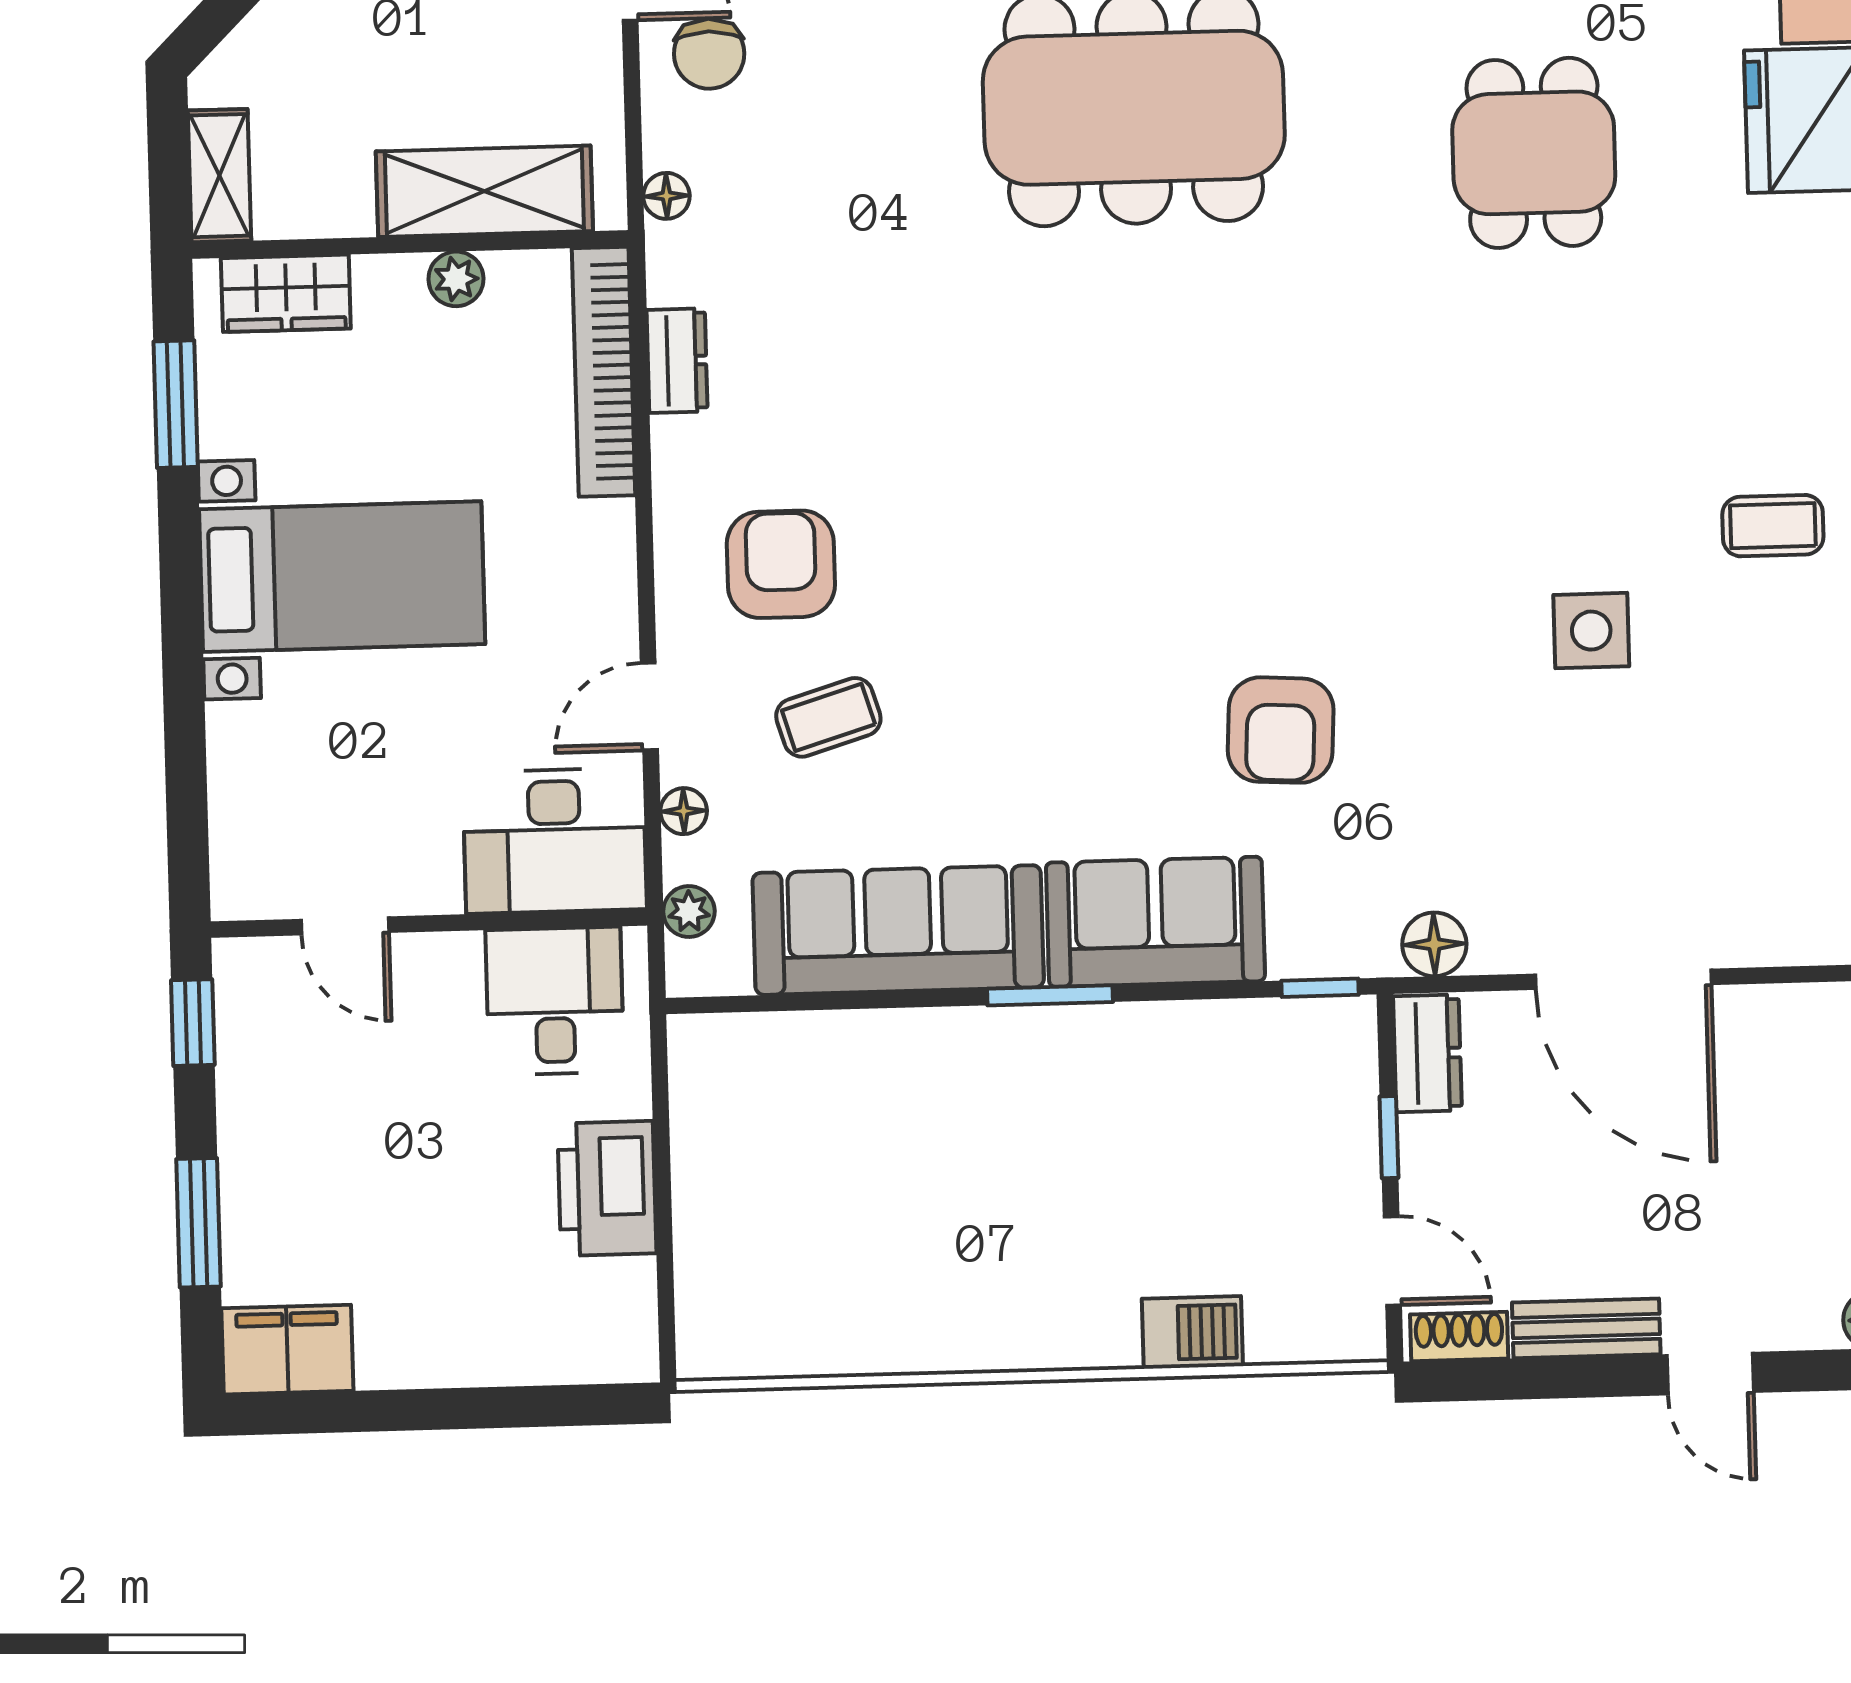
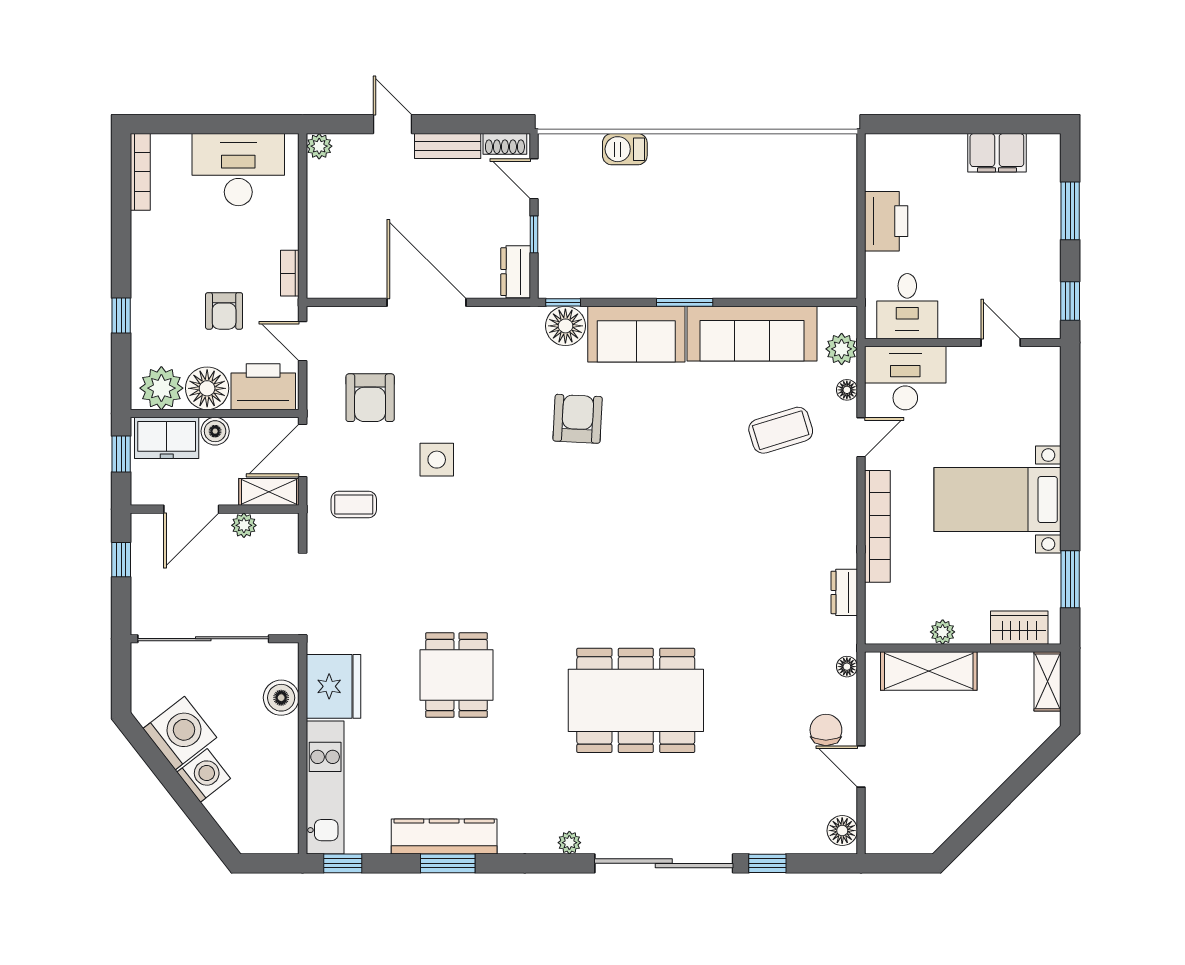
bookcase: (604, 372) -> (877, 526), moved
armchair: (781, 564) -> (370, 398), moved
coffee table: (828, 717) -> (781, 430), width x1.36, depth x1.30
plant: (689, 911) -> (842, 349), width x1.38, depth x1.38
floor lamp: (1434, 944) -> (565, 326), moved, width x1.38, depth x1.38
filing cabinet: (287, 1350) -> (997, 153), moved

